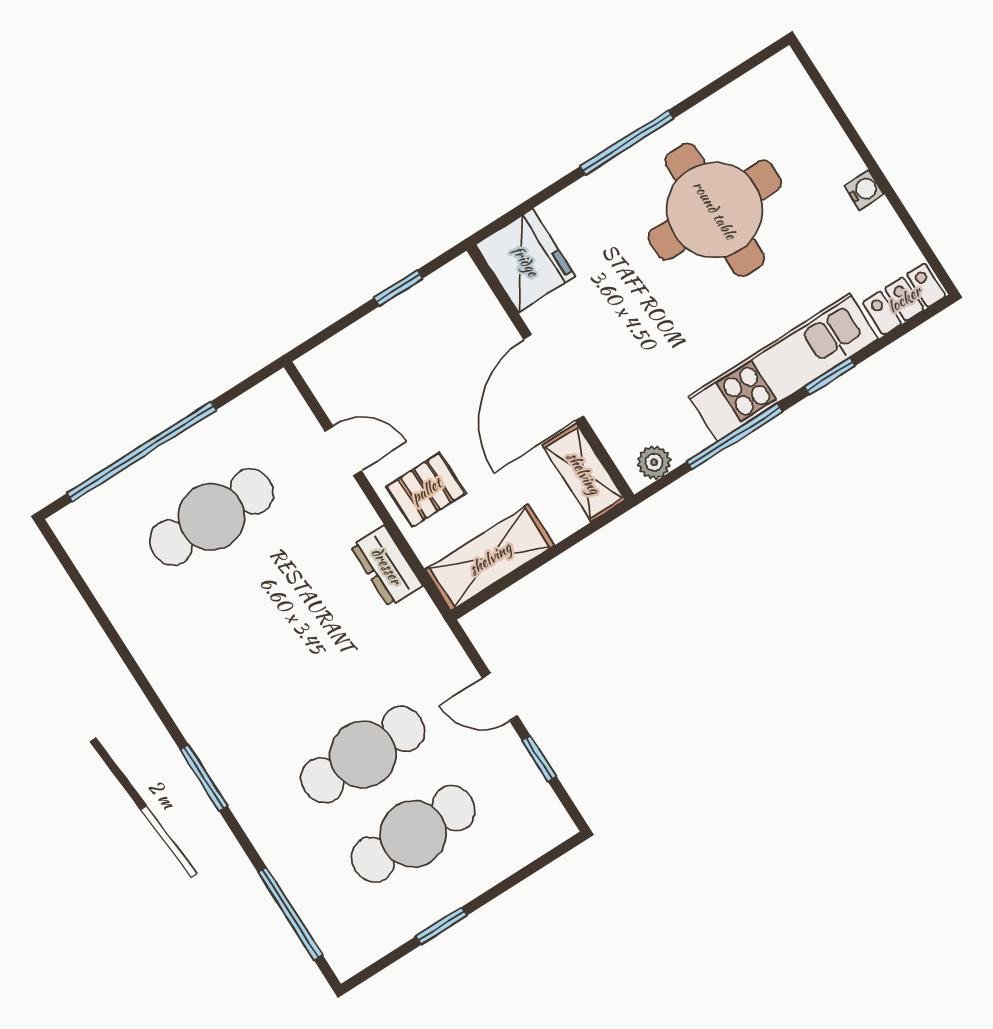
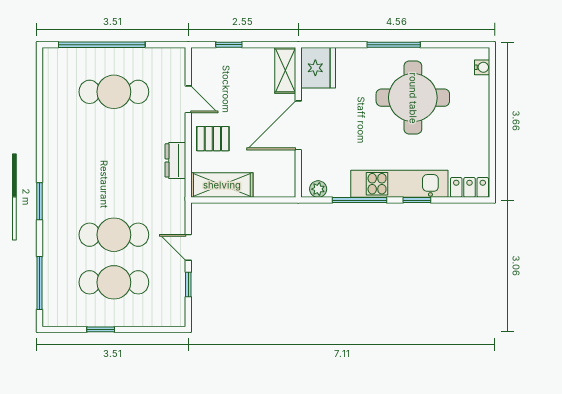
water cooler: (864, 190) -> (482, 67), moved
window: (398, 288) -> (229, 45), moved
shelving: (584, 473) -> (285, 70), moved

